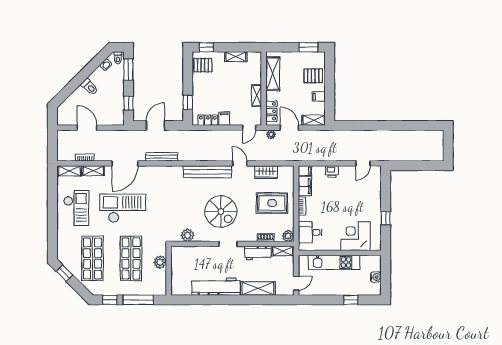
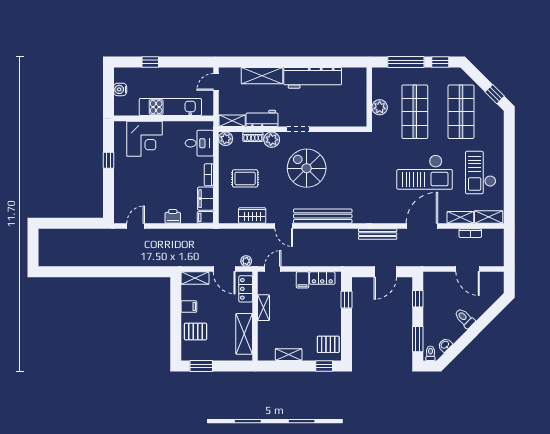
rug: (272, 203) -> (245, 178), width x0.73, depth x0.70
plant: (187, 235) -> (272, 140), moved

